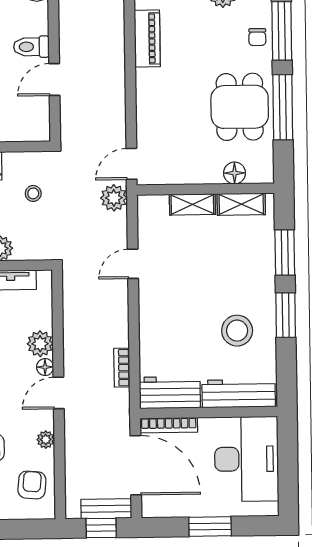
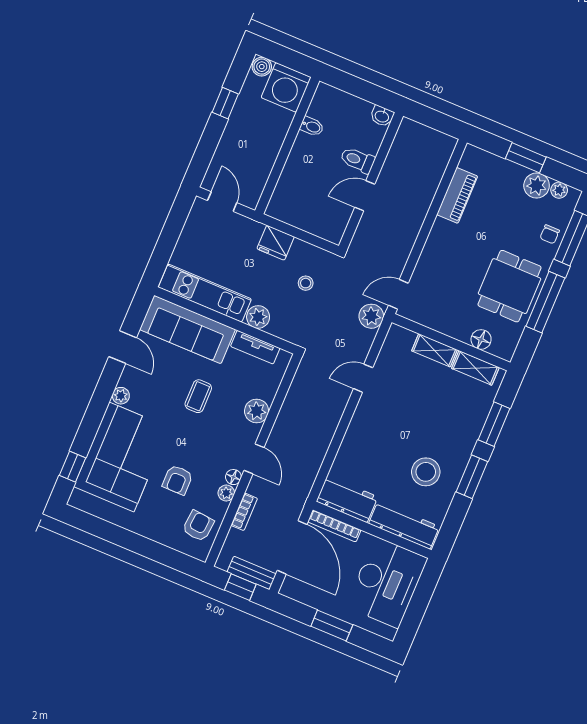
floor lamp: (45, 367) -> (233, 477), moved
bookcase: (122, 368) -> (244, 512), moved, turned 180
door: (59, 393) -> (254, 459), swing flipped

